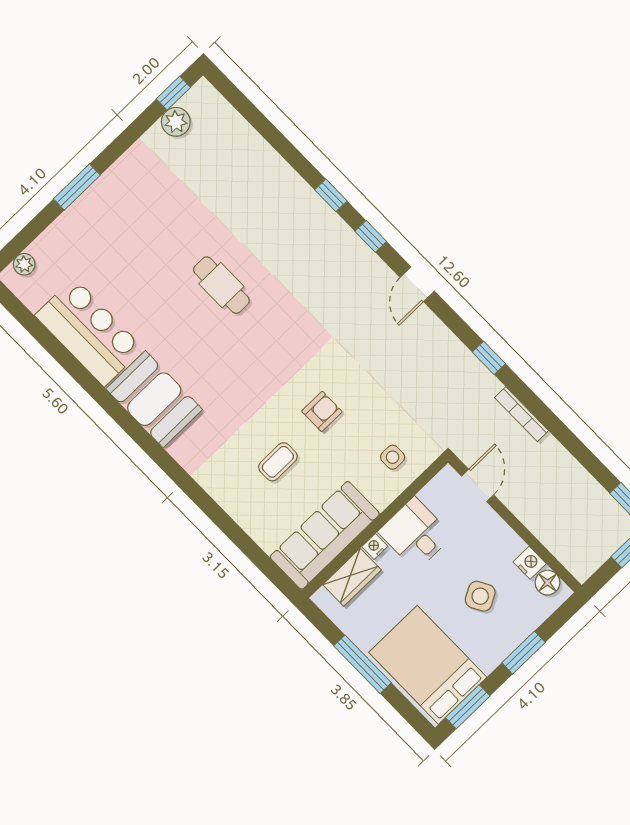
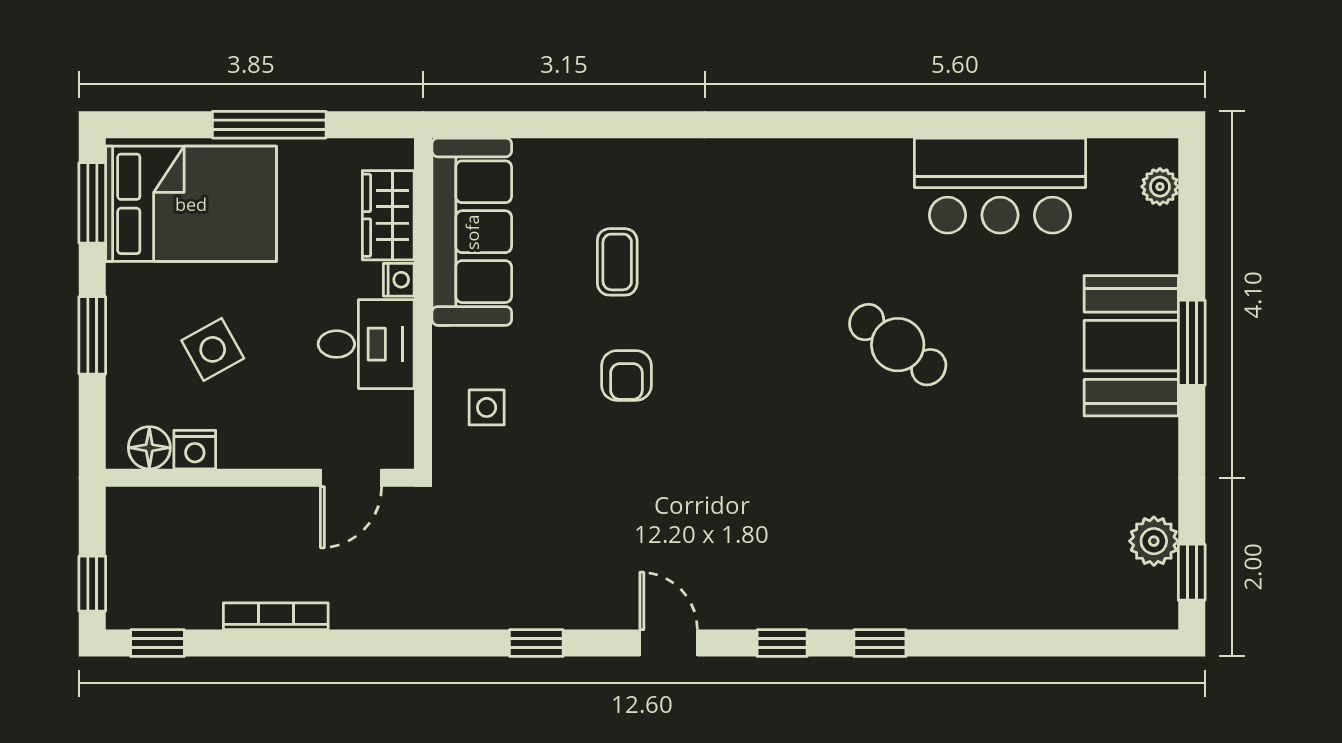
cafe table: (221, 285) -> (898, 345), moved, turned 36
window: (489, 358) -> (536, 643), moved
booth: (154, 399) -> (1131, 346), moved, turned 90
bookcase: (522, 414) -> (276, 616), moved
door: (478, 485) -> (351, 478), hinge flipped

